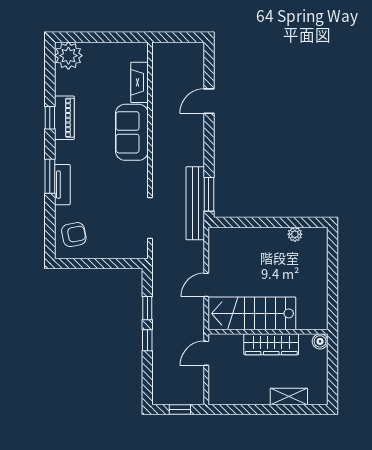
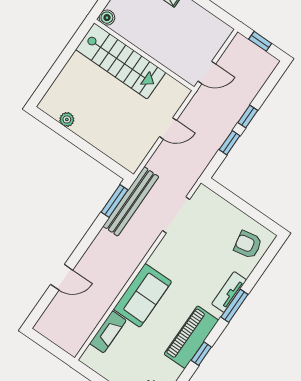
piano: (64, 118) -> (191, 337), width x1.37, depth x1.33
stairs: (252, 313) -> (121, 61), moved
wardrobe: (271, 344) -> (149, 43), removed

